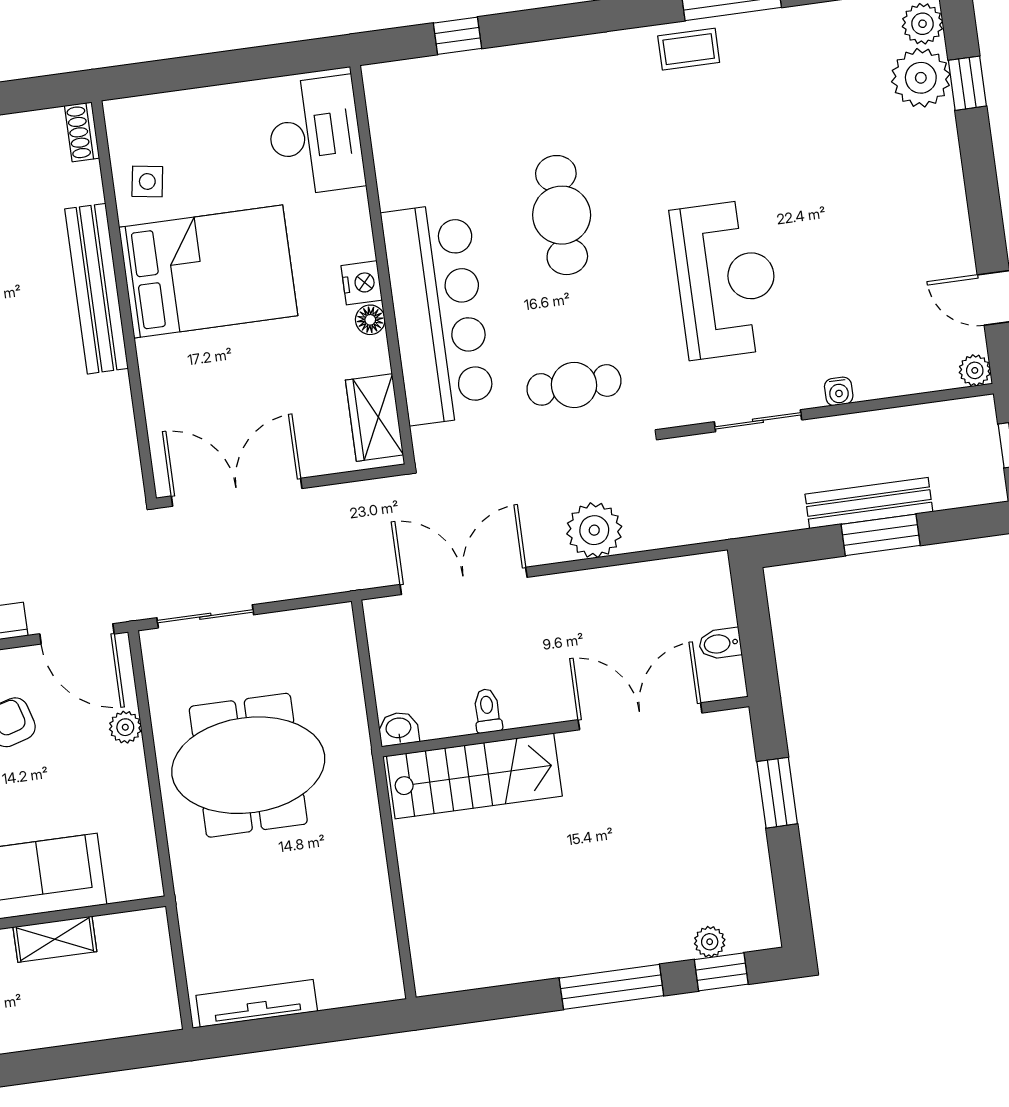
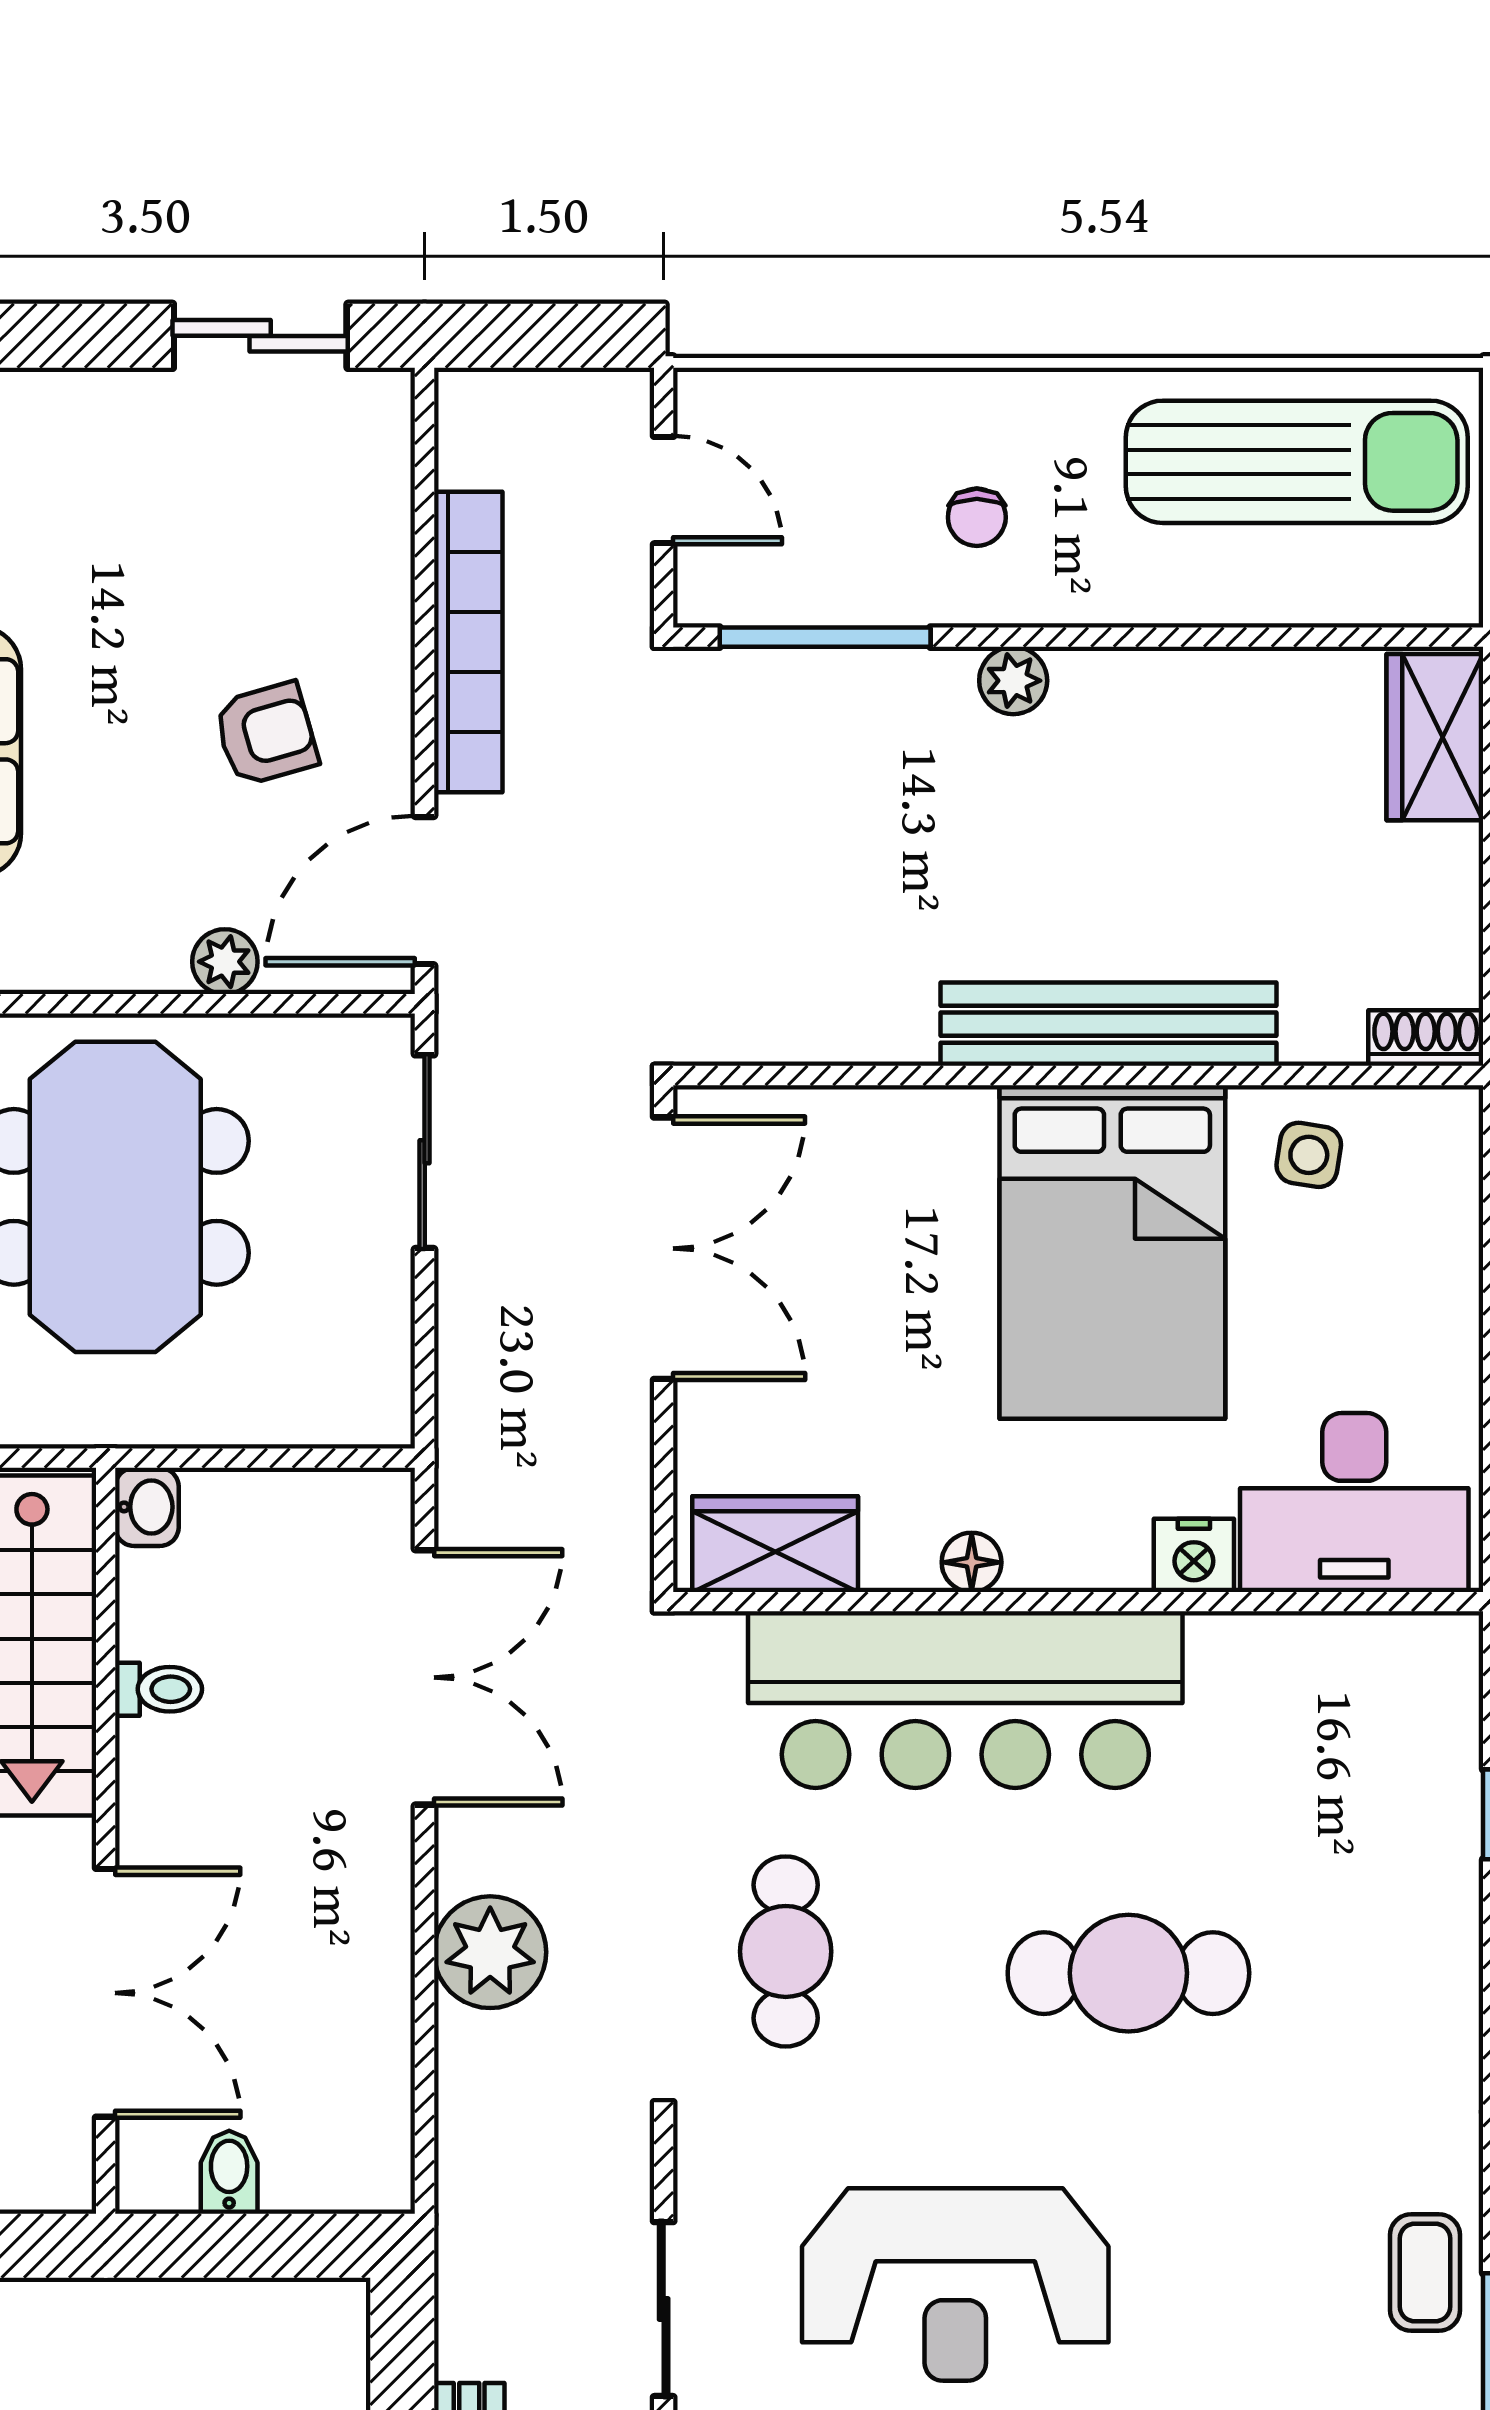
nightstand: (362, 283) -> (1194, 1555), moved

